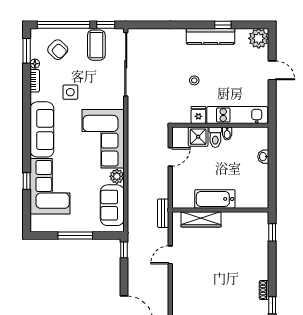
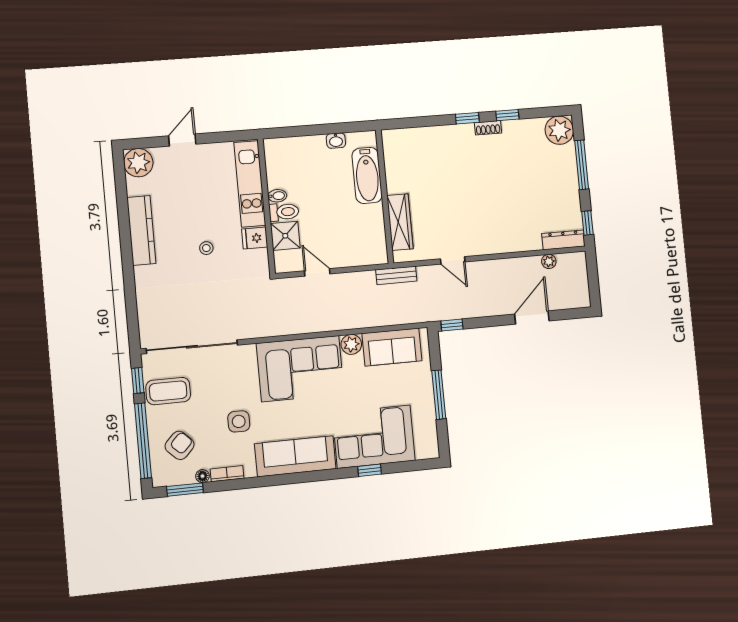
window: (223, 25) -> (123, 214), removed
washbasin: (263, 157) -> (336, 141), moved
bathtub: (215, 199) -> (367, 175), moved
window: (272, 232) -> (467, 118), moved

